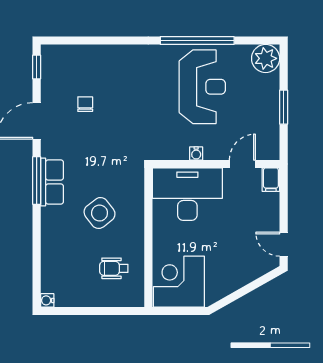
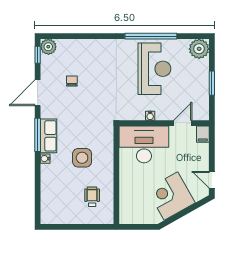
plant: (52, 56) -> (48, 47), added
side table: (100, 213) -> (82, 158), turned 38
wheelchair: (114, 268) -> (92, 197), turned 90
corner desk: (179, 282) -> (171, 196), moved, turned -30
water cooler: (47, 300) -> (45, 159), moved

